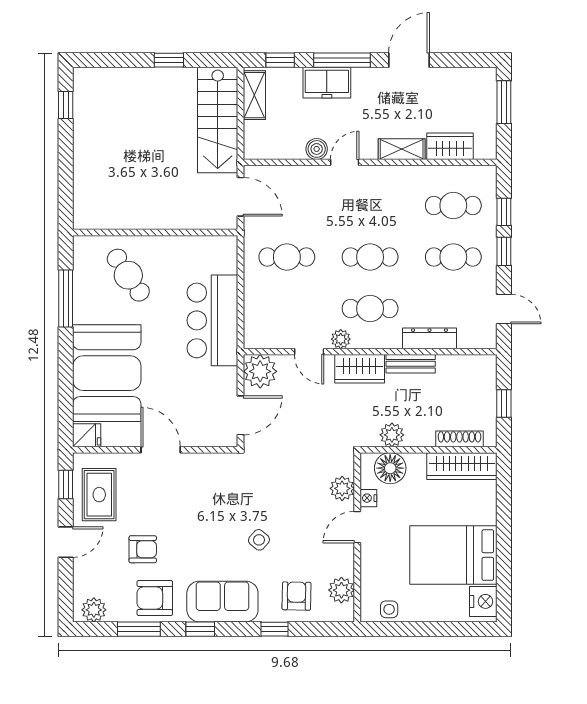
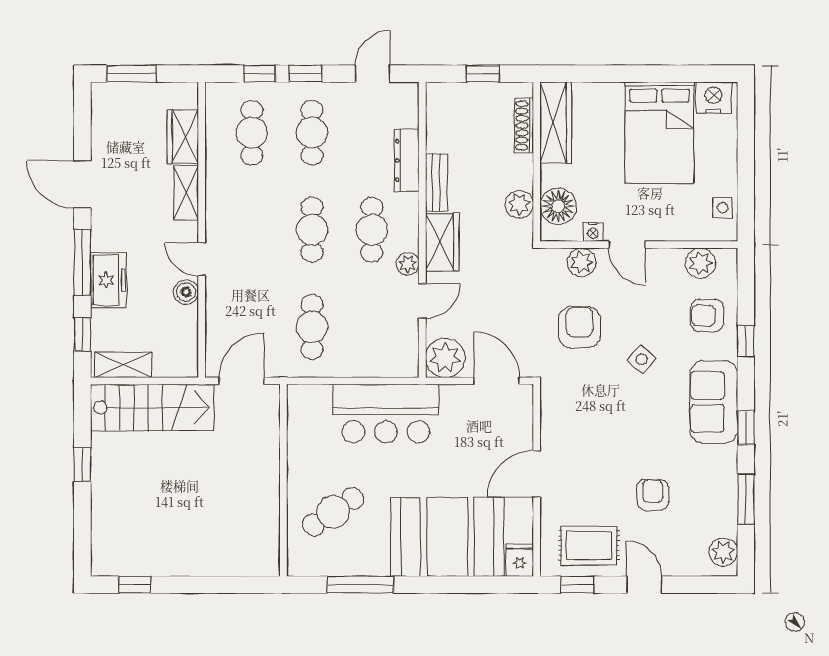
armchair: (155, 598) -> (579, 327), moved, turned 180

